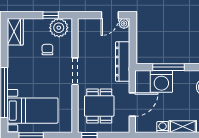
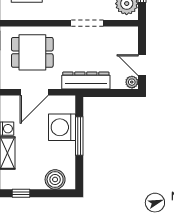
doorway: (75, 71) -> (87, 23), moved
door: (132, 105) -> (34, 92), hinge flipped

